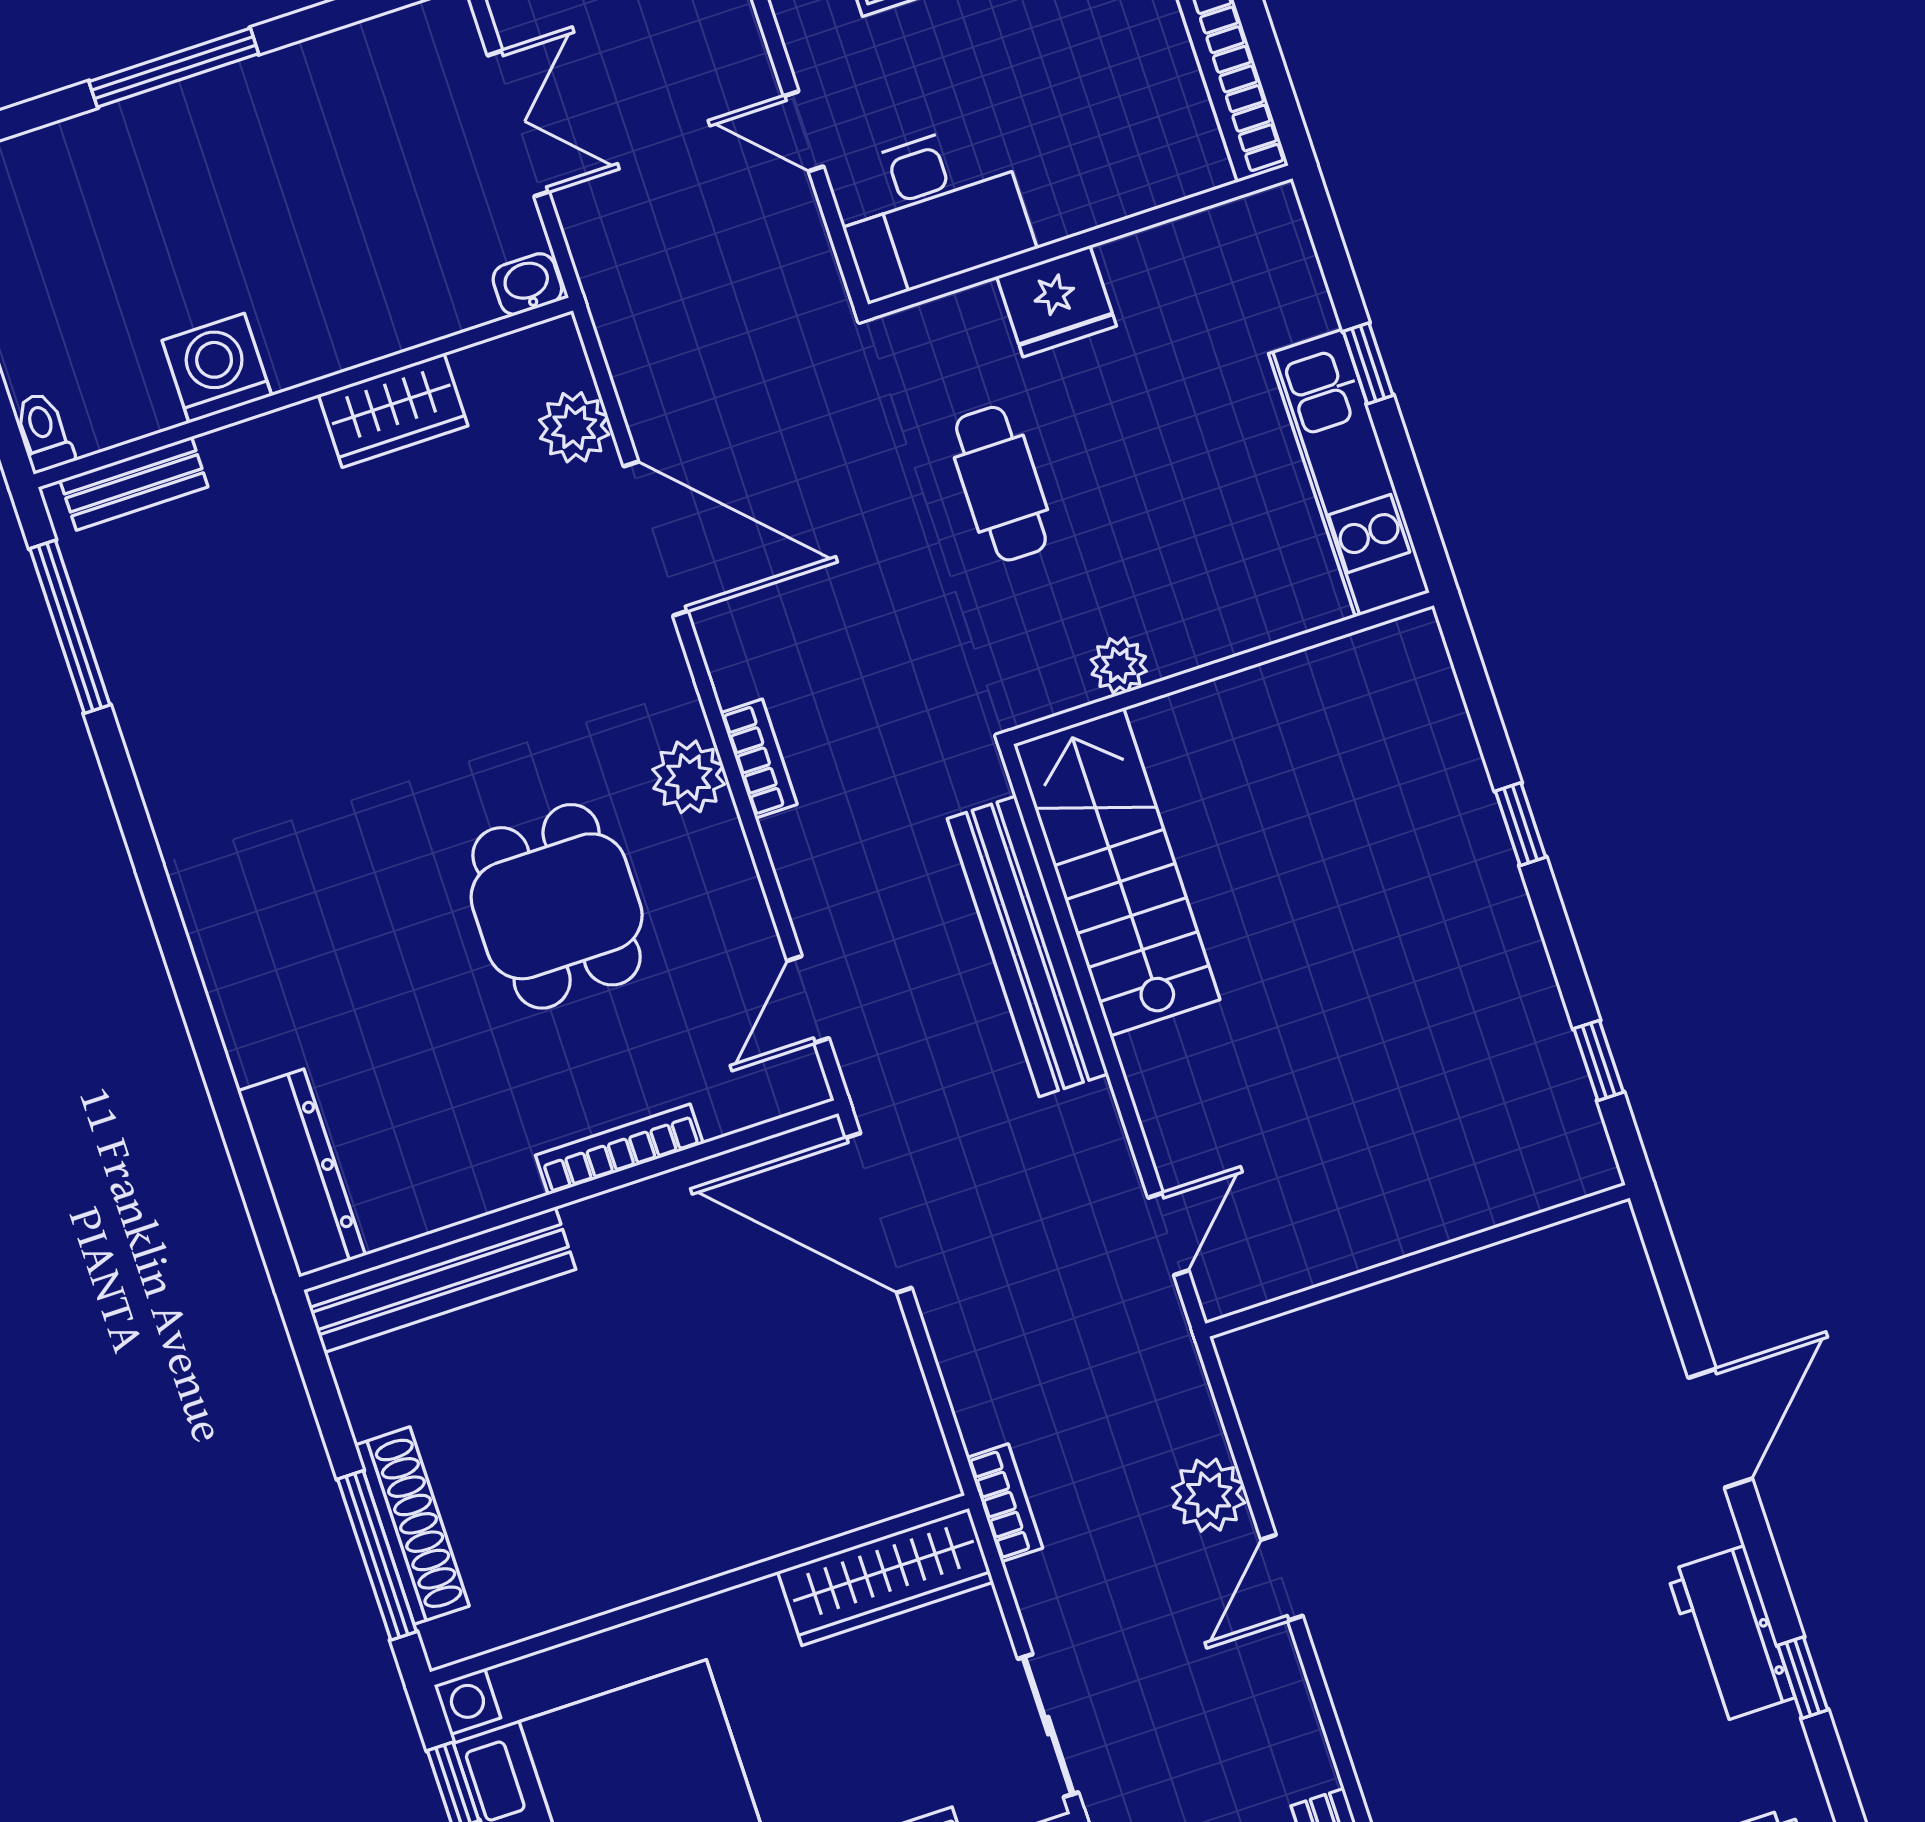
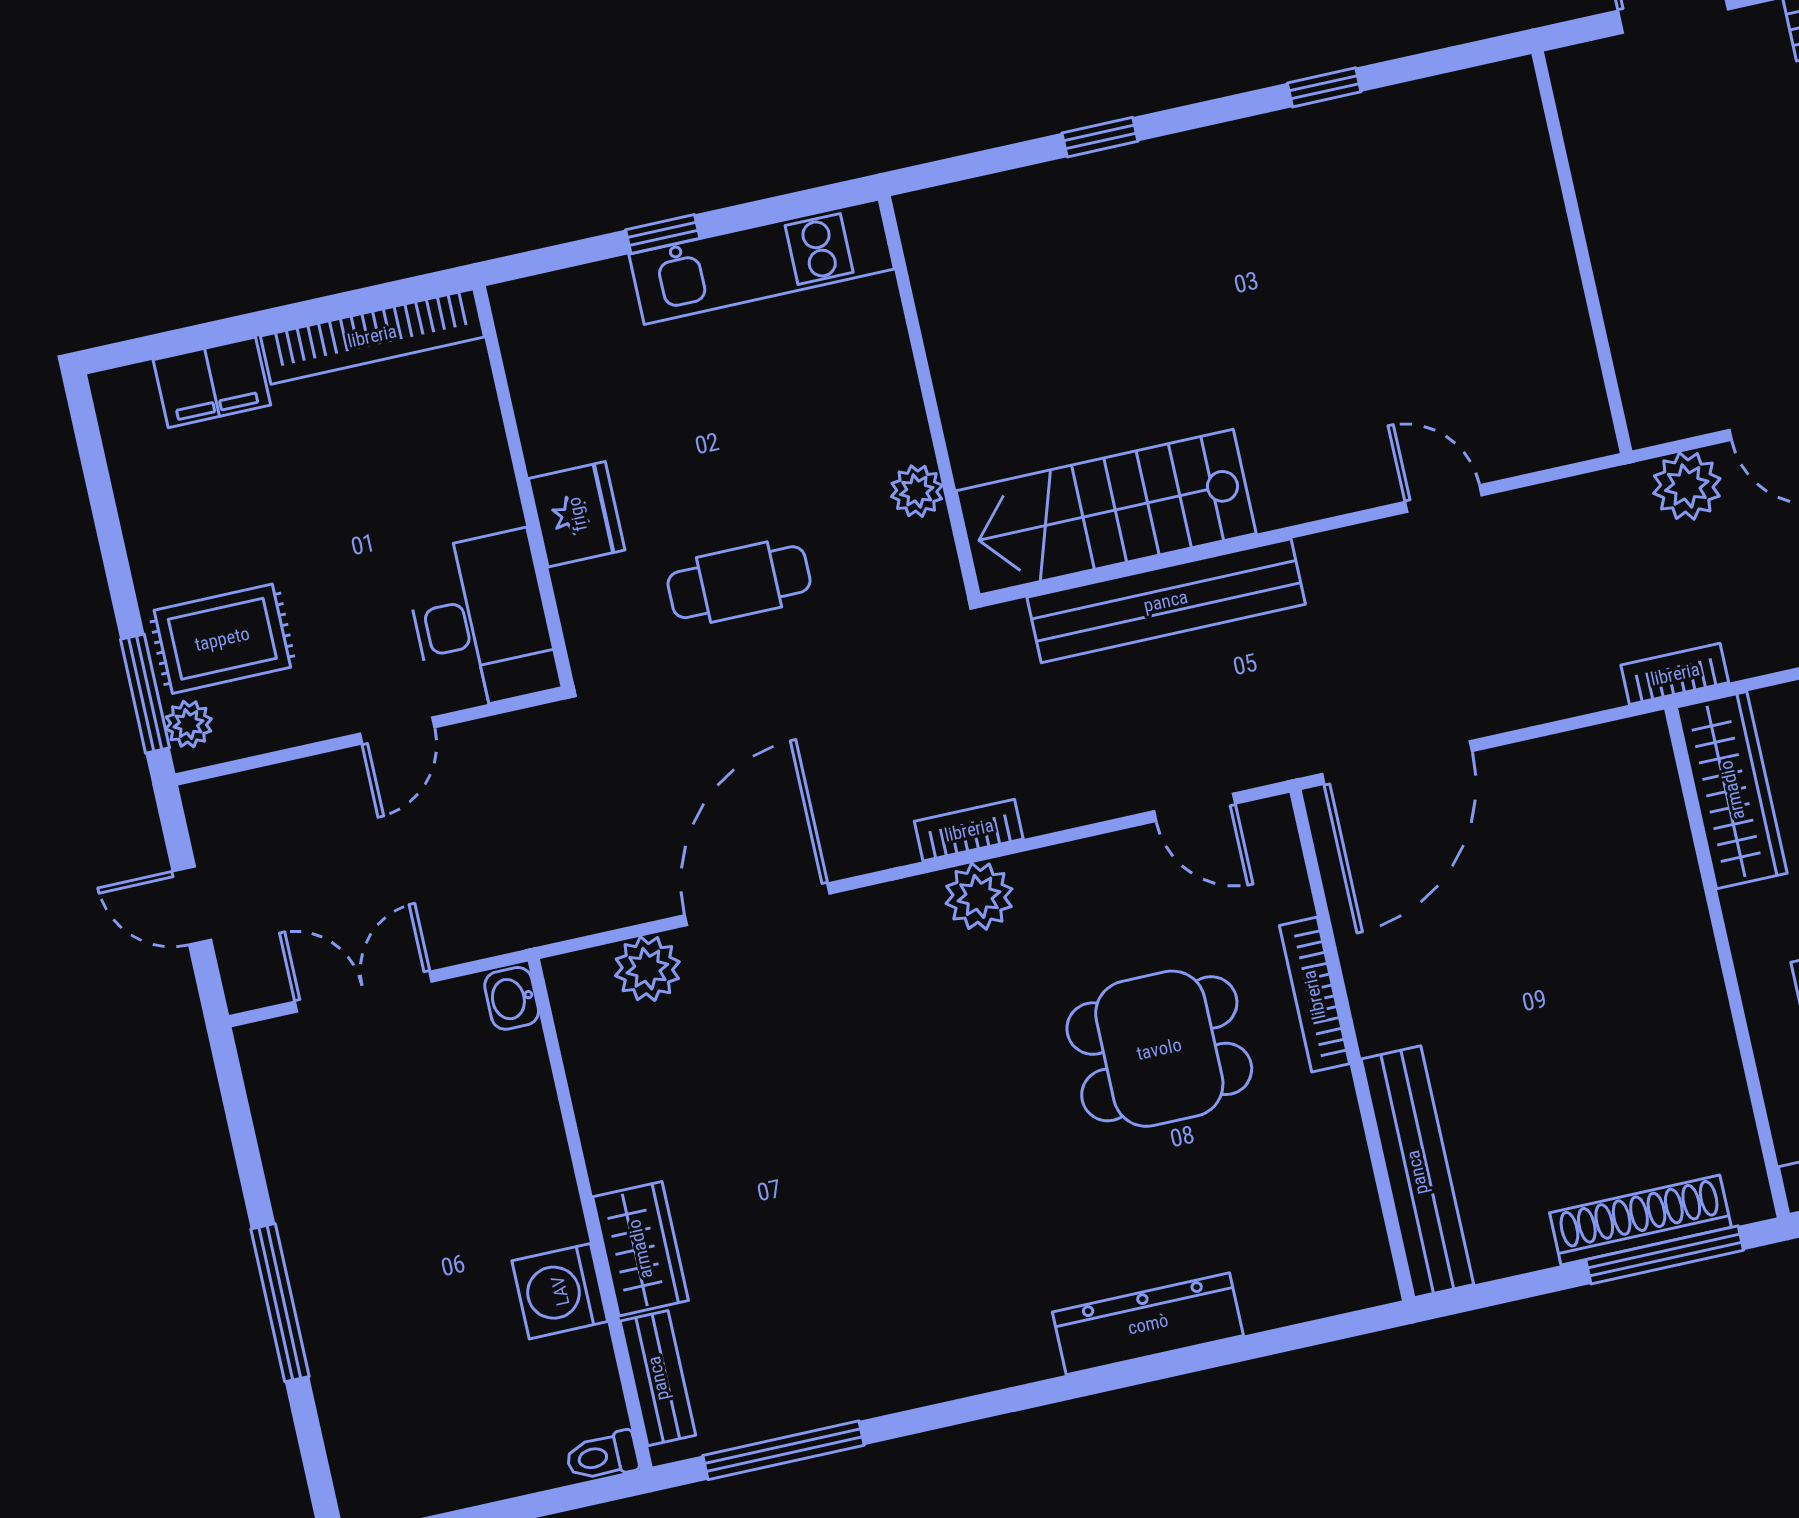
wardrobe: (393, 410) -> (640, 1249), moved
dining table: (557, 906) -> (1159, 1049), moved
dresser: (302, 1173) -> (1148, 1324), moved
wall: (1417, 1261) -> (1582, 252), moved

